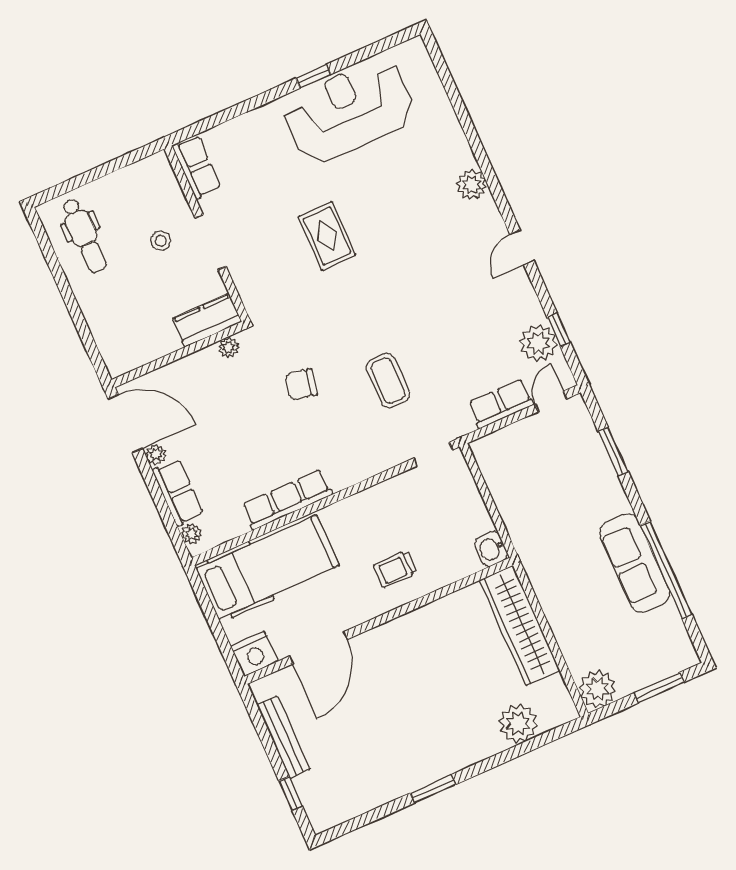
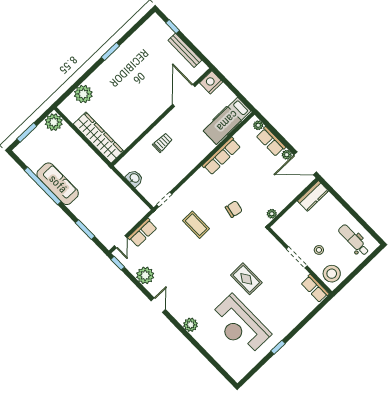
reception desk: (349, 111) -> (240, 325), moved, turned 90
stool: (152, 184) -> (332, 274), added
kitchen counter: (207, 320) -> (313, 196), moved
window: (559, 330) -> (118, 263), moved
plant: (538, 343) -> (145, 275), moved
washbasin: (491, 549) -> (134, 178), moved
hospital bed: (268, 567) -> (227, 121), width x0.73, depth x0.78

